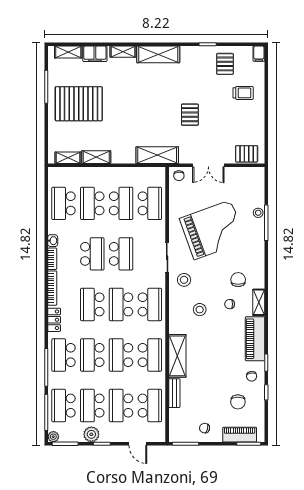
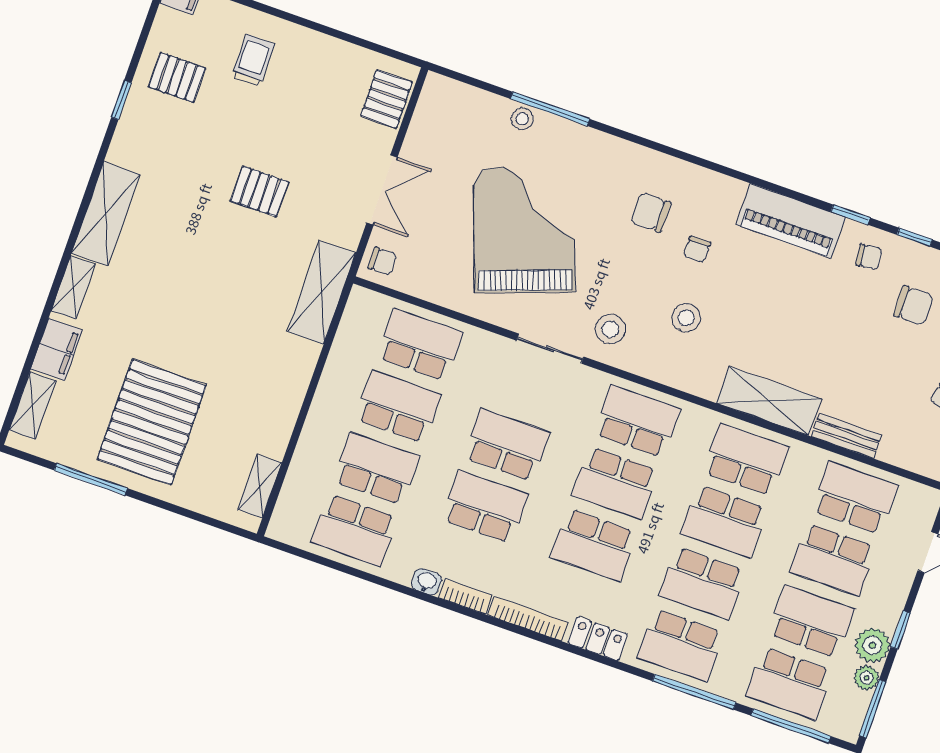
shelving: (96, 157) -> (280, 425), removed
school desk: (92, 203) -> (376, 468), turned 180
shelving: (259, 302) -> (715, 185), removed
school desk: (92, 406) -> (811, 622), turned 180
plant: (53, 437) -> (866, 678), moved

